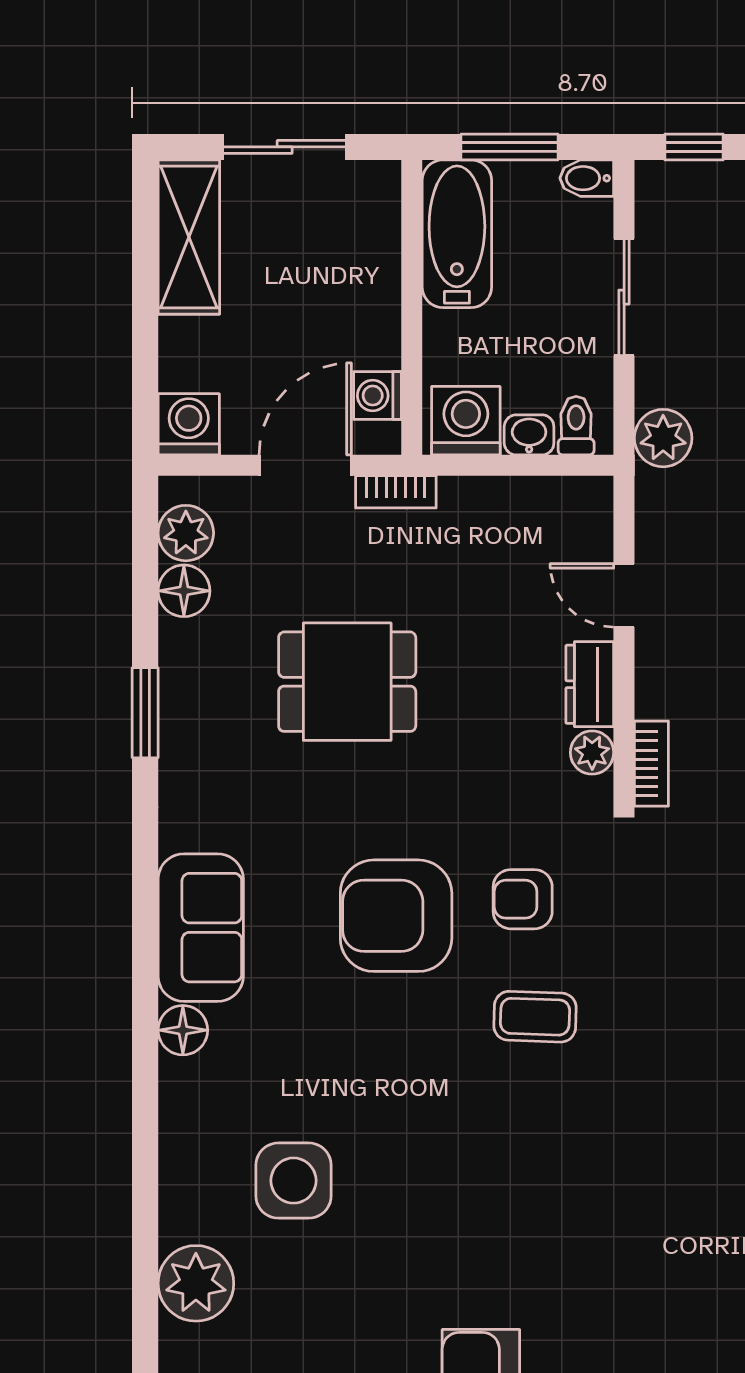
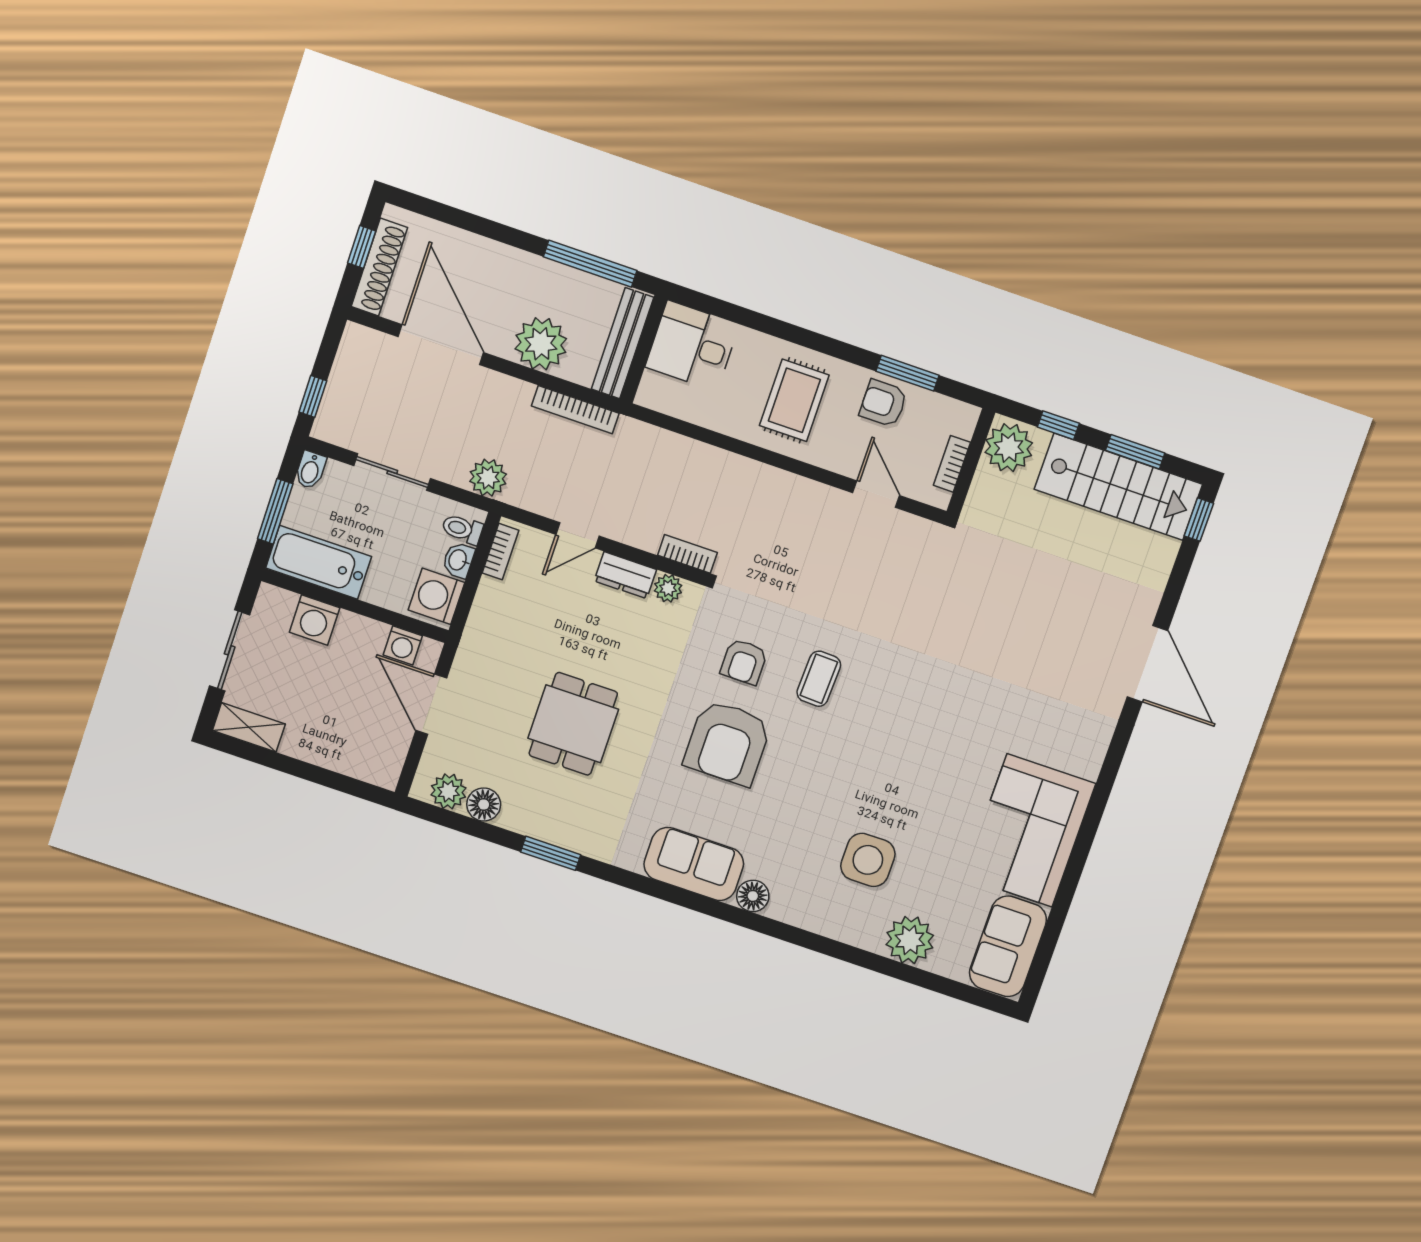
shelving: (189, 237) -> (249, 727), width x0.67, depth x0.75
washing machine: (189, 424) -> (315, 620), moved, turned -90
bookcase: (396, 492) -> (501, 552), moved

